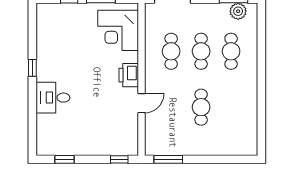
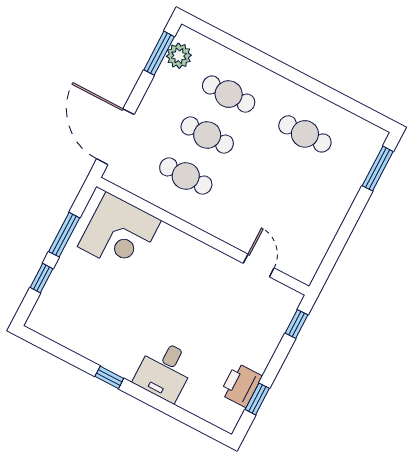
printer: (129, 75) -> (241, 385), moved, turned 90
door: (142, 103) -> (259, 266), moved
cafe table: (201, 107) -> (305, 134), moved
window: (168, 159) -> (378, 169), moved

